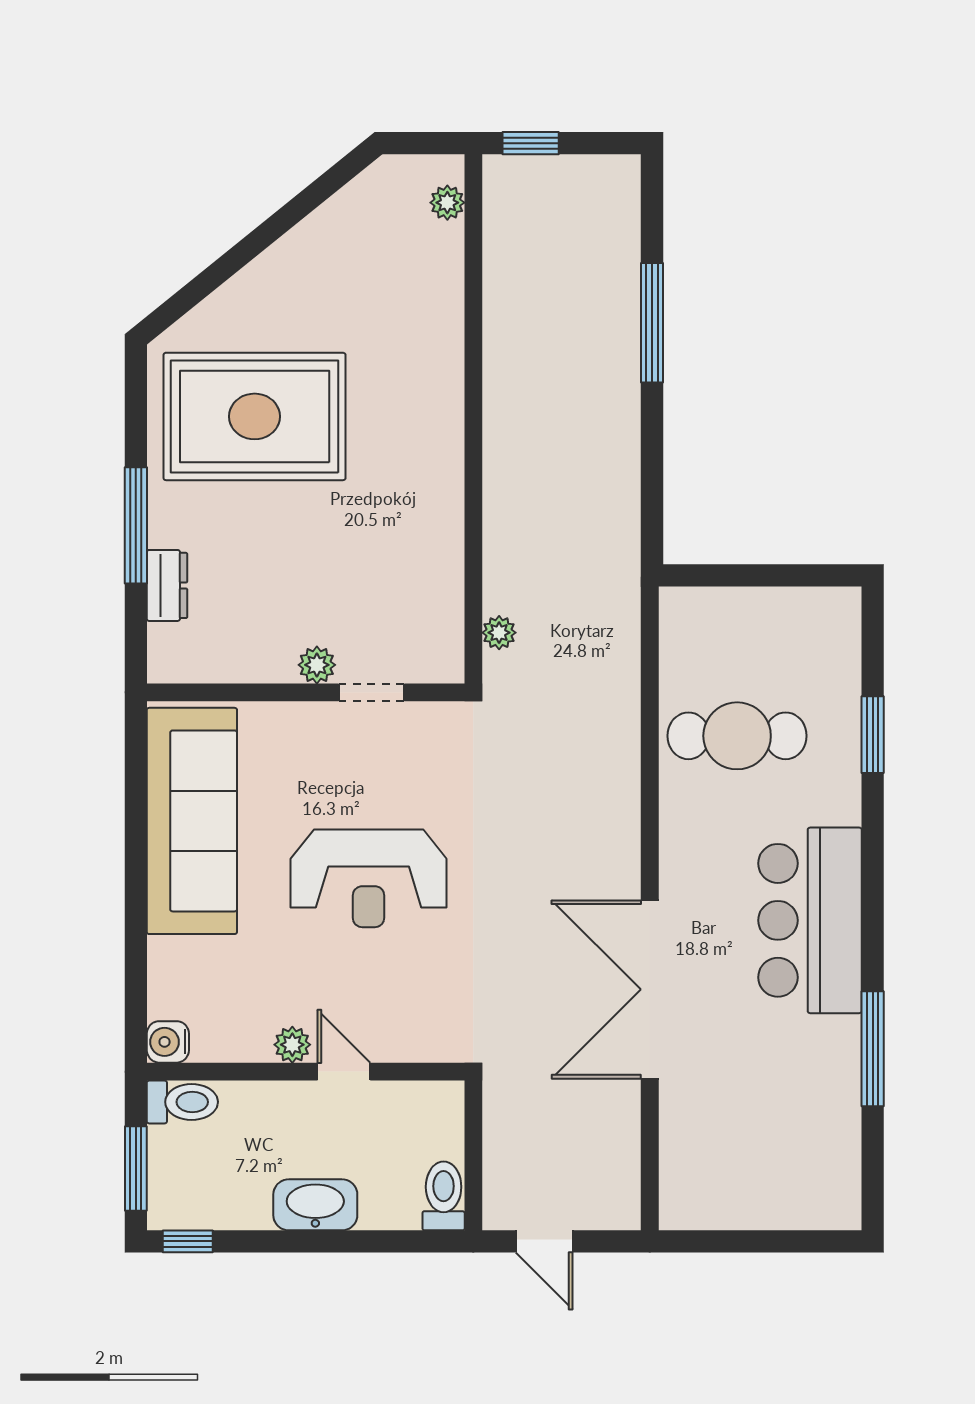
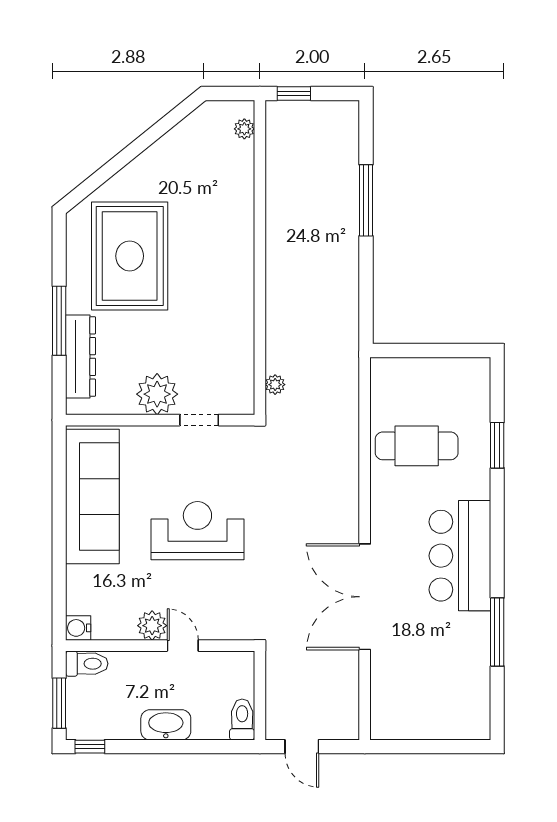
rug: (255, 416) -> (130, 256), turned 90
dresser: (167, 585) -> (81, 356), width x1.96, depth x1.24
plant: (317, 665) -> (157, 394), width x1.88, depth x1.88
reception desk: (369, 878) -> (197, 531), turned 180
plant: (292, 1045) -> (152, 626), width x1.38, depth x1.38

